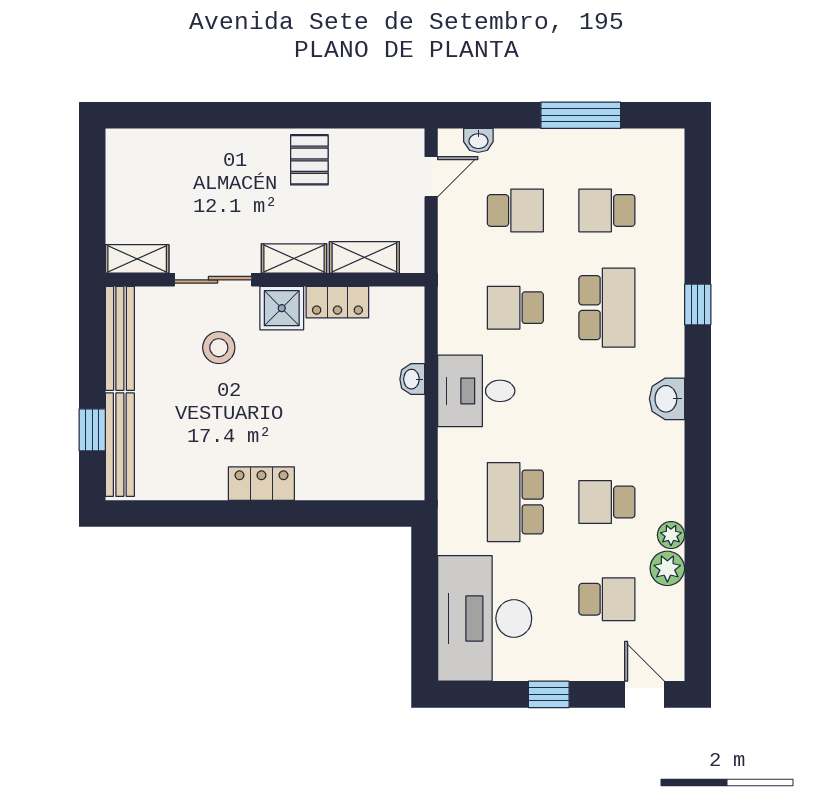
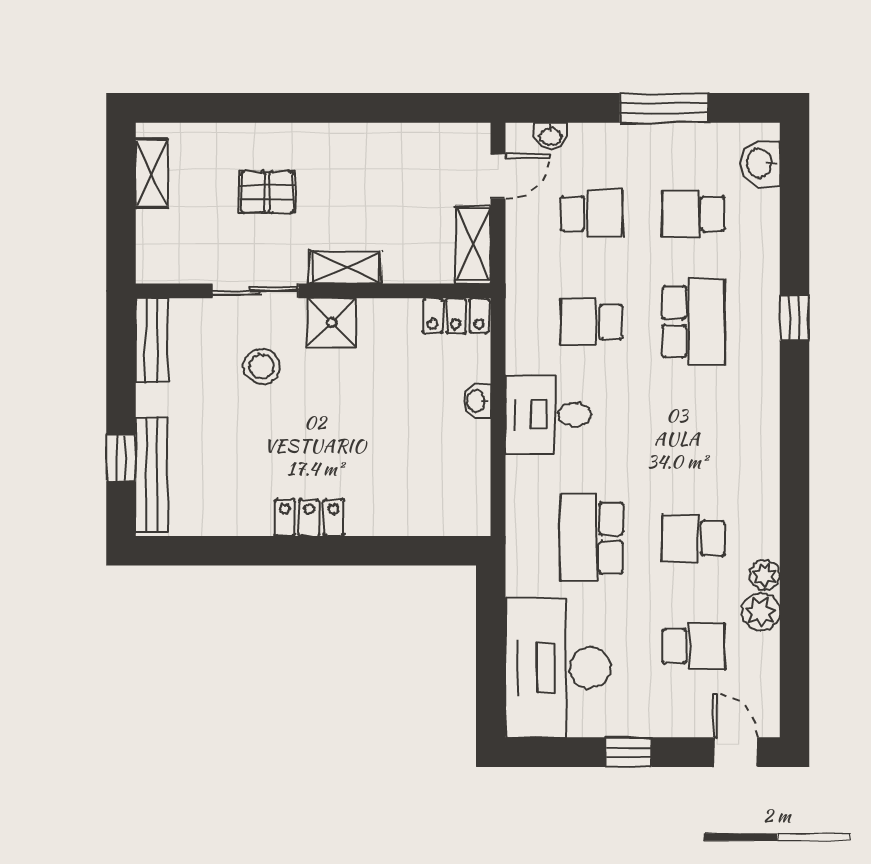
pallet: (309, 160) -> (267, 192), moved, turned 90
shelving: (364, 257) -> (473, 245), moved, turned 90
shelving: (137, 259) -> (151, 173), moved, turned 90
locker: (337, 302) -> (456, 316), moved
bench: (120, 338) -> (152, 341), width x0.73
washbasin: (667, 399) -> (760, 163), moved

